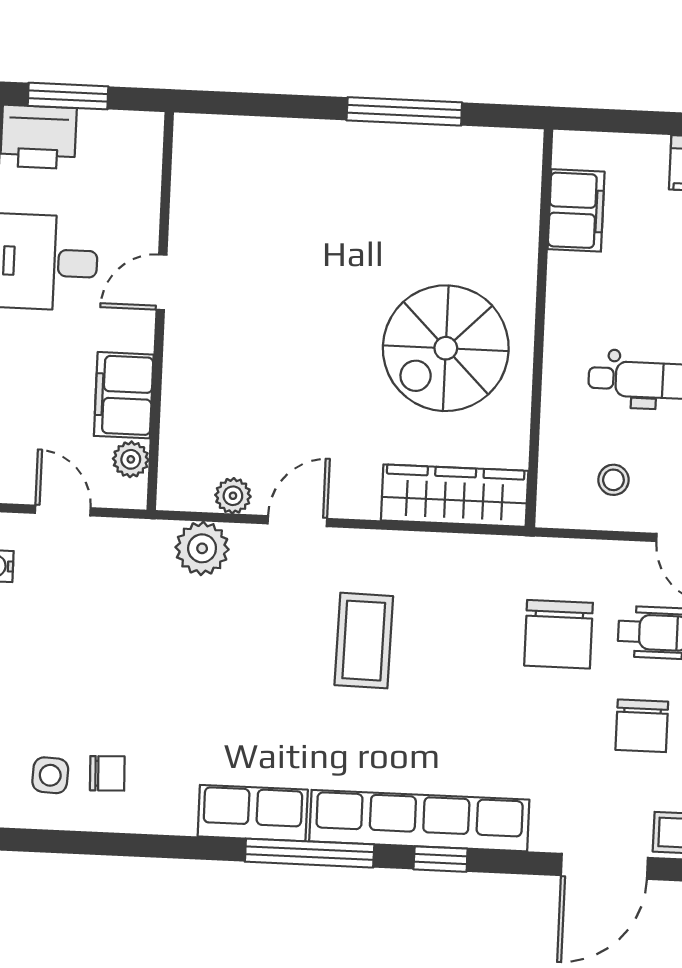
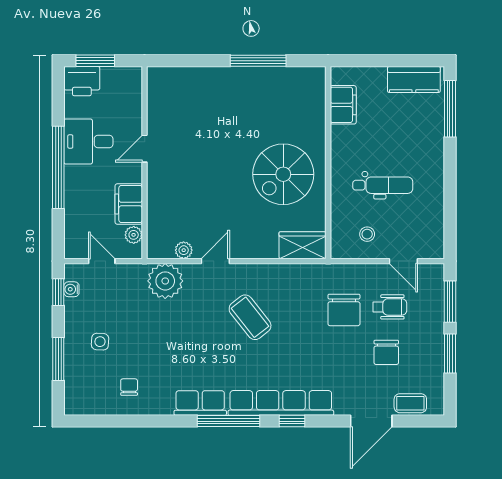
wardrobe: (455, 496) -> (302, 245), width x0.67
plant: (202, 548) -> (165, 281), width x1.36, depth x1.36
coffee table: (364, 641) -> (250, 317), turned -39
chair: (107, 773) -> (129, 387), turned -88
side table: (50, 775) -> (100, 342), moved

